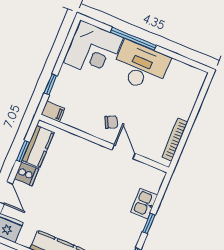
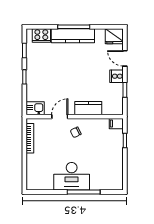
corner desk: (94, 50) -> (106, 174), removed
kitchen counter: (38, 147) -> (88, 108), moved, turned 90
door: (124, 152) -> (60, 117), swing flipped
kitchen sink: (144, 203) -> (35, 108), moved, turned -90

